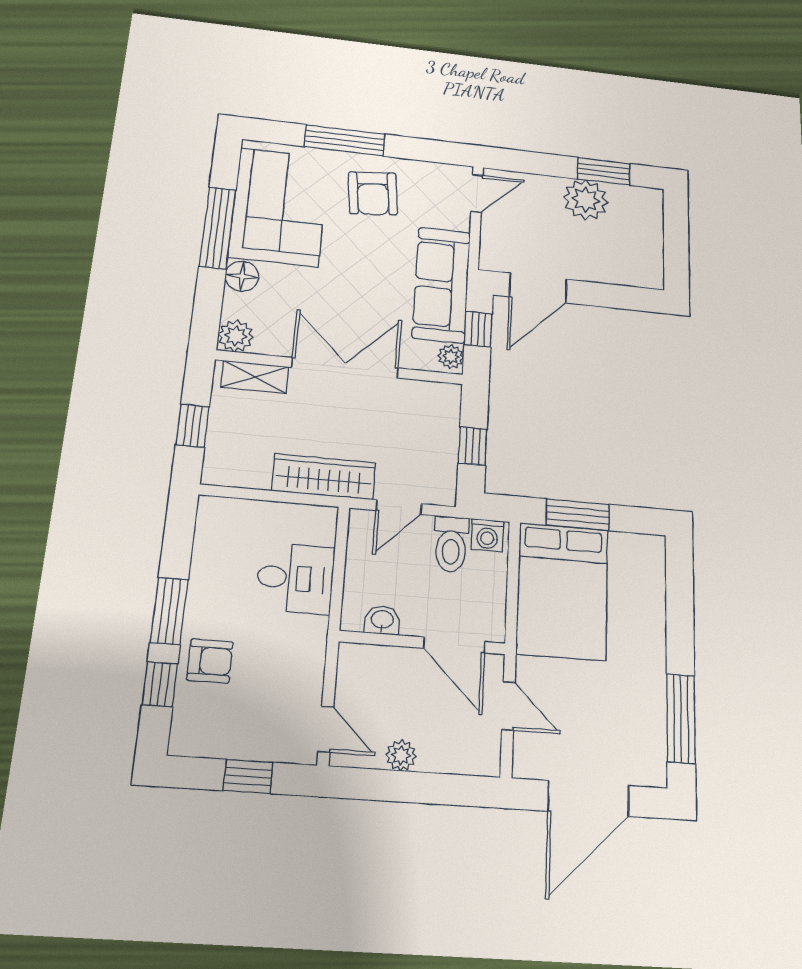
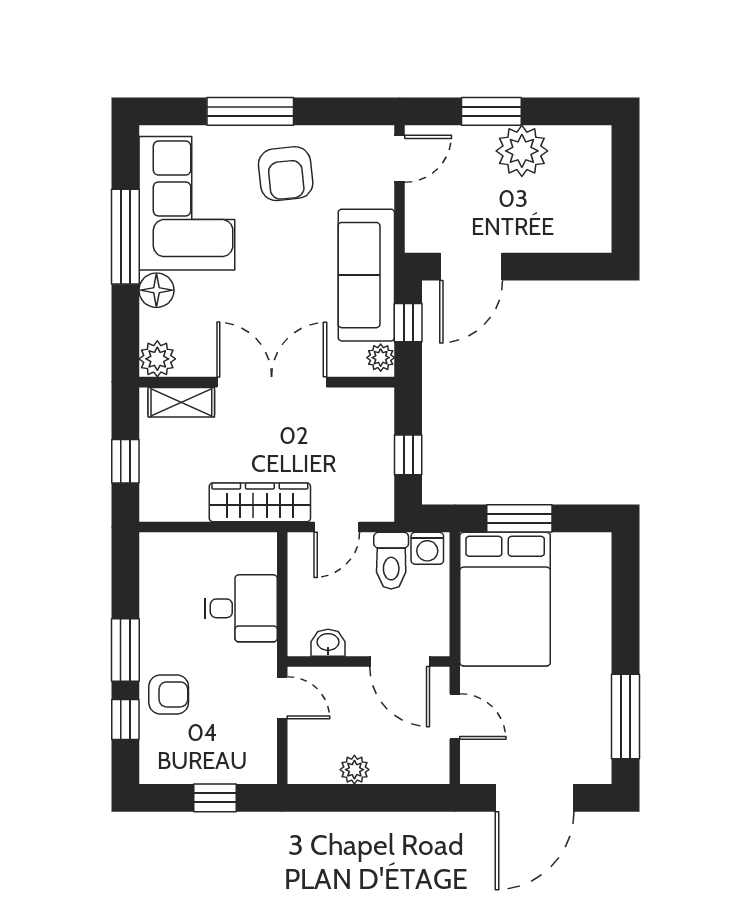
window: (604, 171) -> (491, 111), moved
door: (326, 729) -> (282, 698), moved

